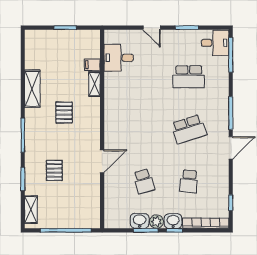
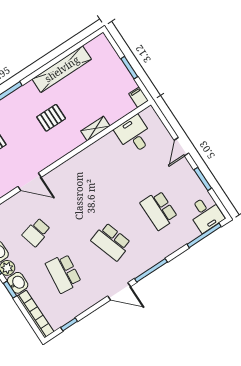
filing cabinet: (92, 65) -> (139, 97), moved
shelving: (32, 89) -> (62, 69), width x1.47
school desk: (189, 181) -> (63, 273), width x1.85

